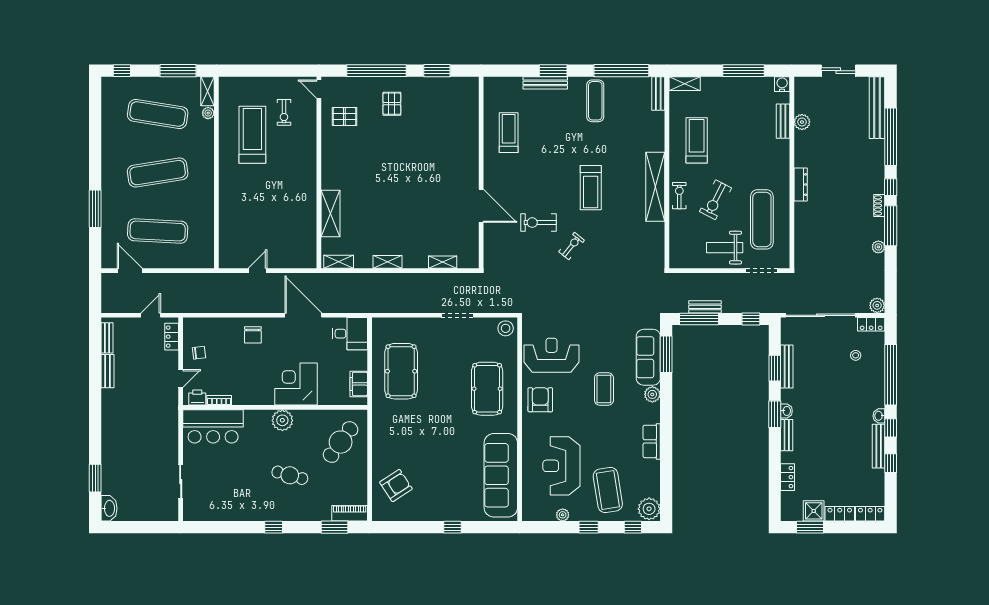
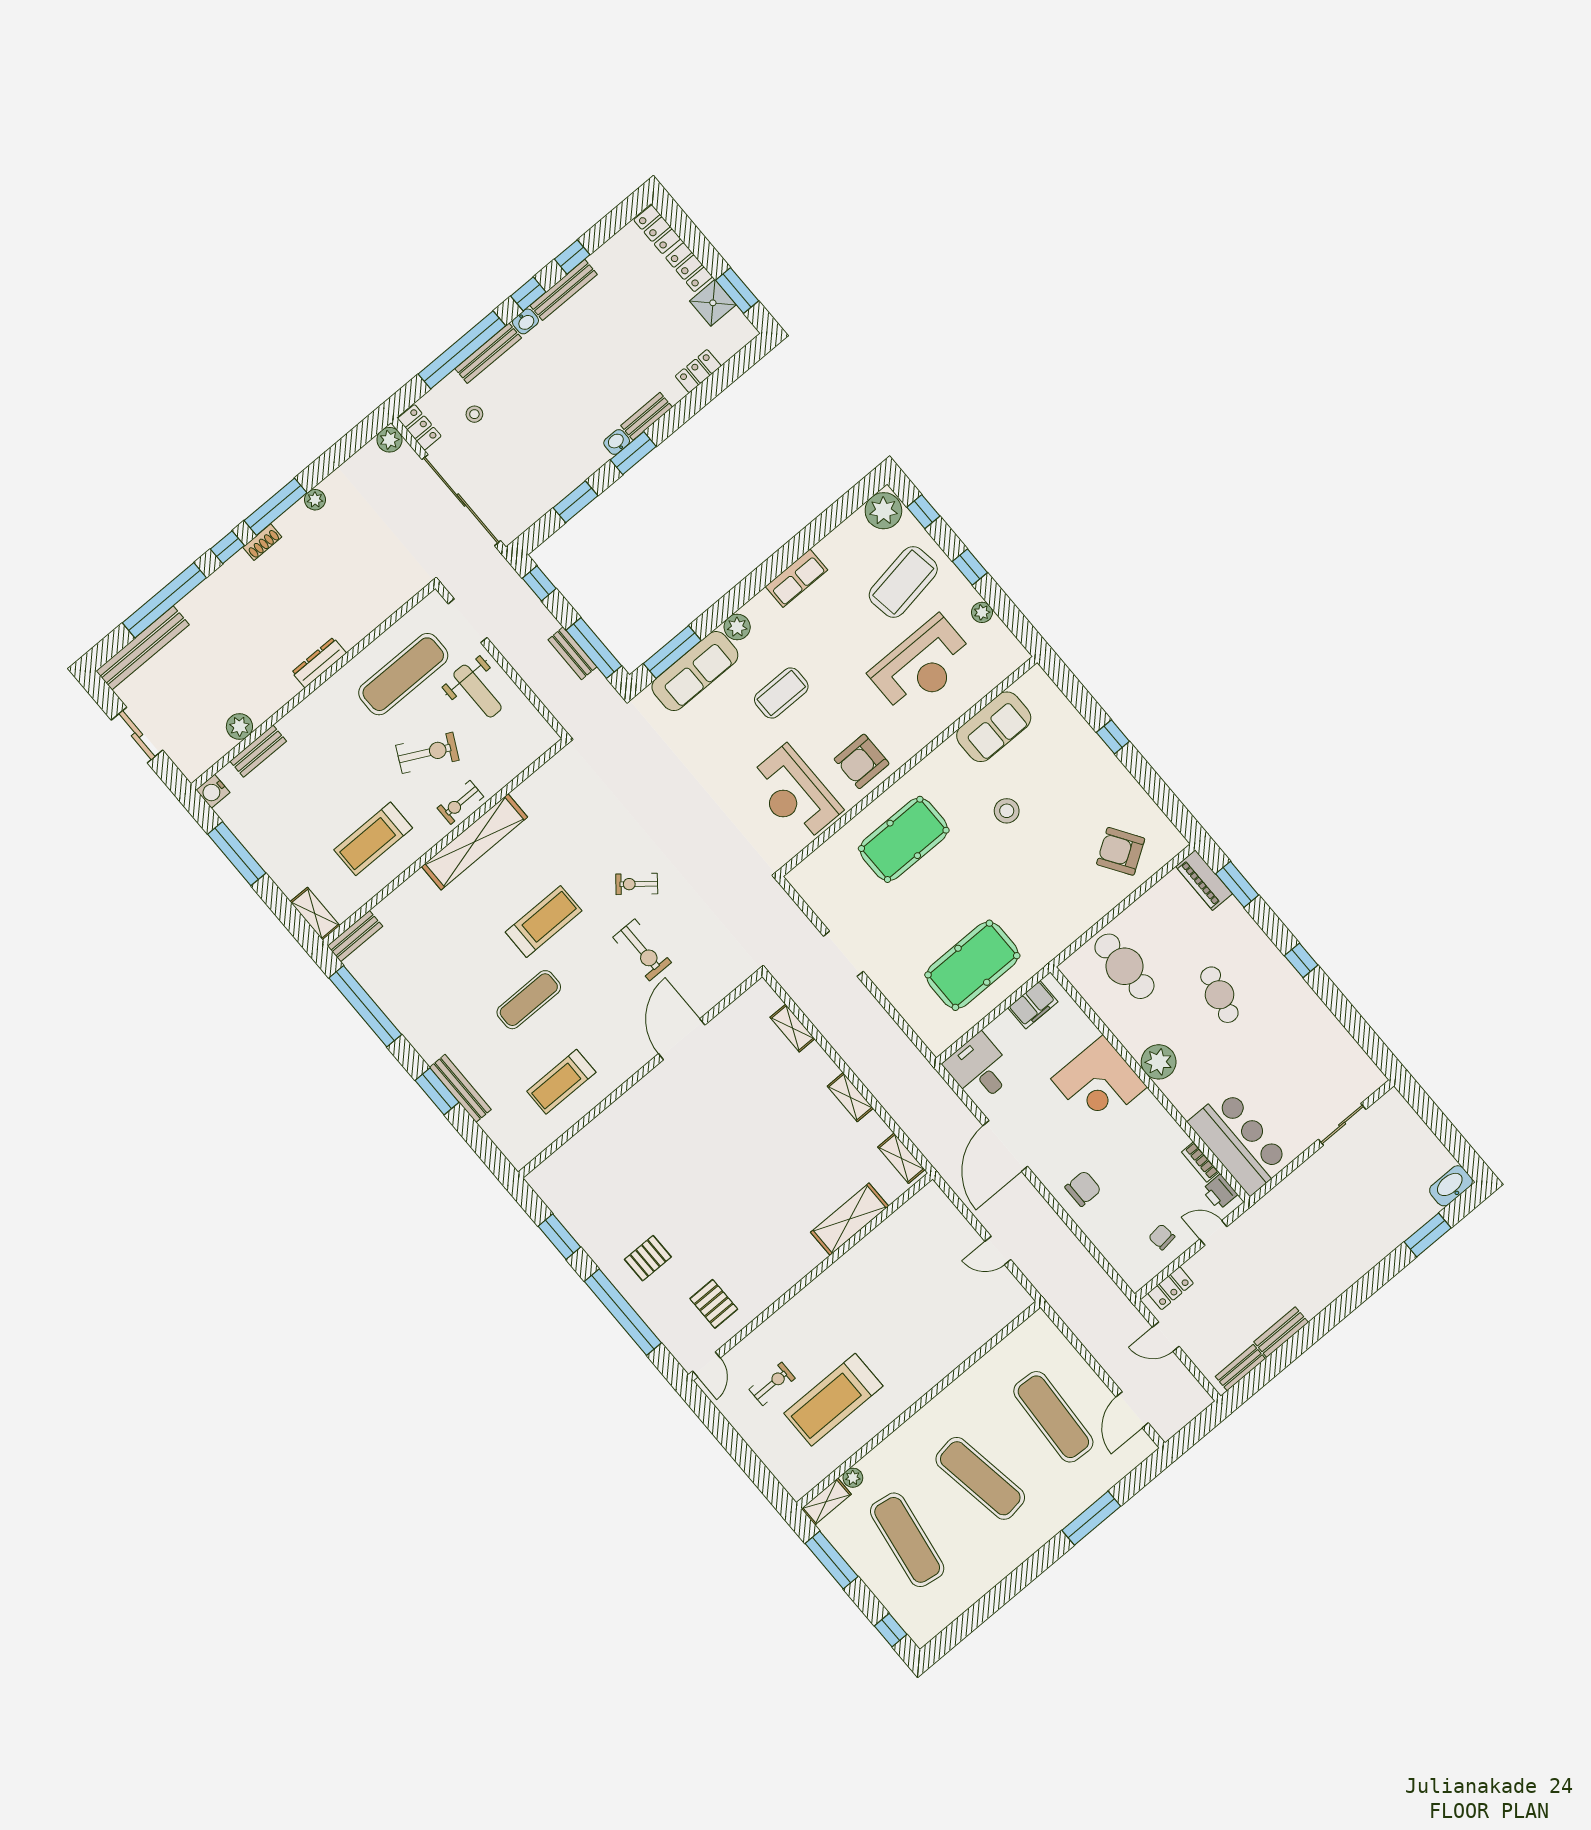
exercise mat: (595, 101) -> (529, 1000), moved
stool: (506, 328) -> (1007, 811), moved
bench: (787, 366) -> (488, 353), moved
cafe table: (341, 442) -> (1124, 966), turned 54
sofa: (501, 475) -> (994, 727), width x0.54, depth x0.79

